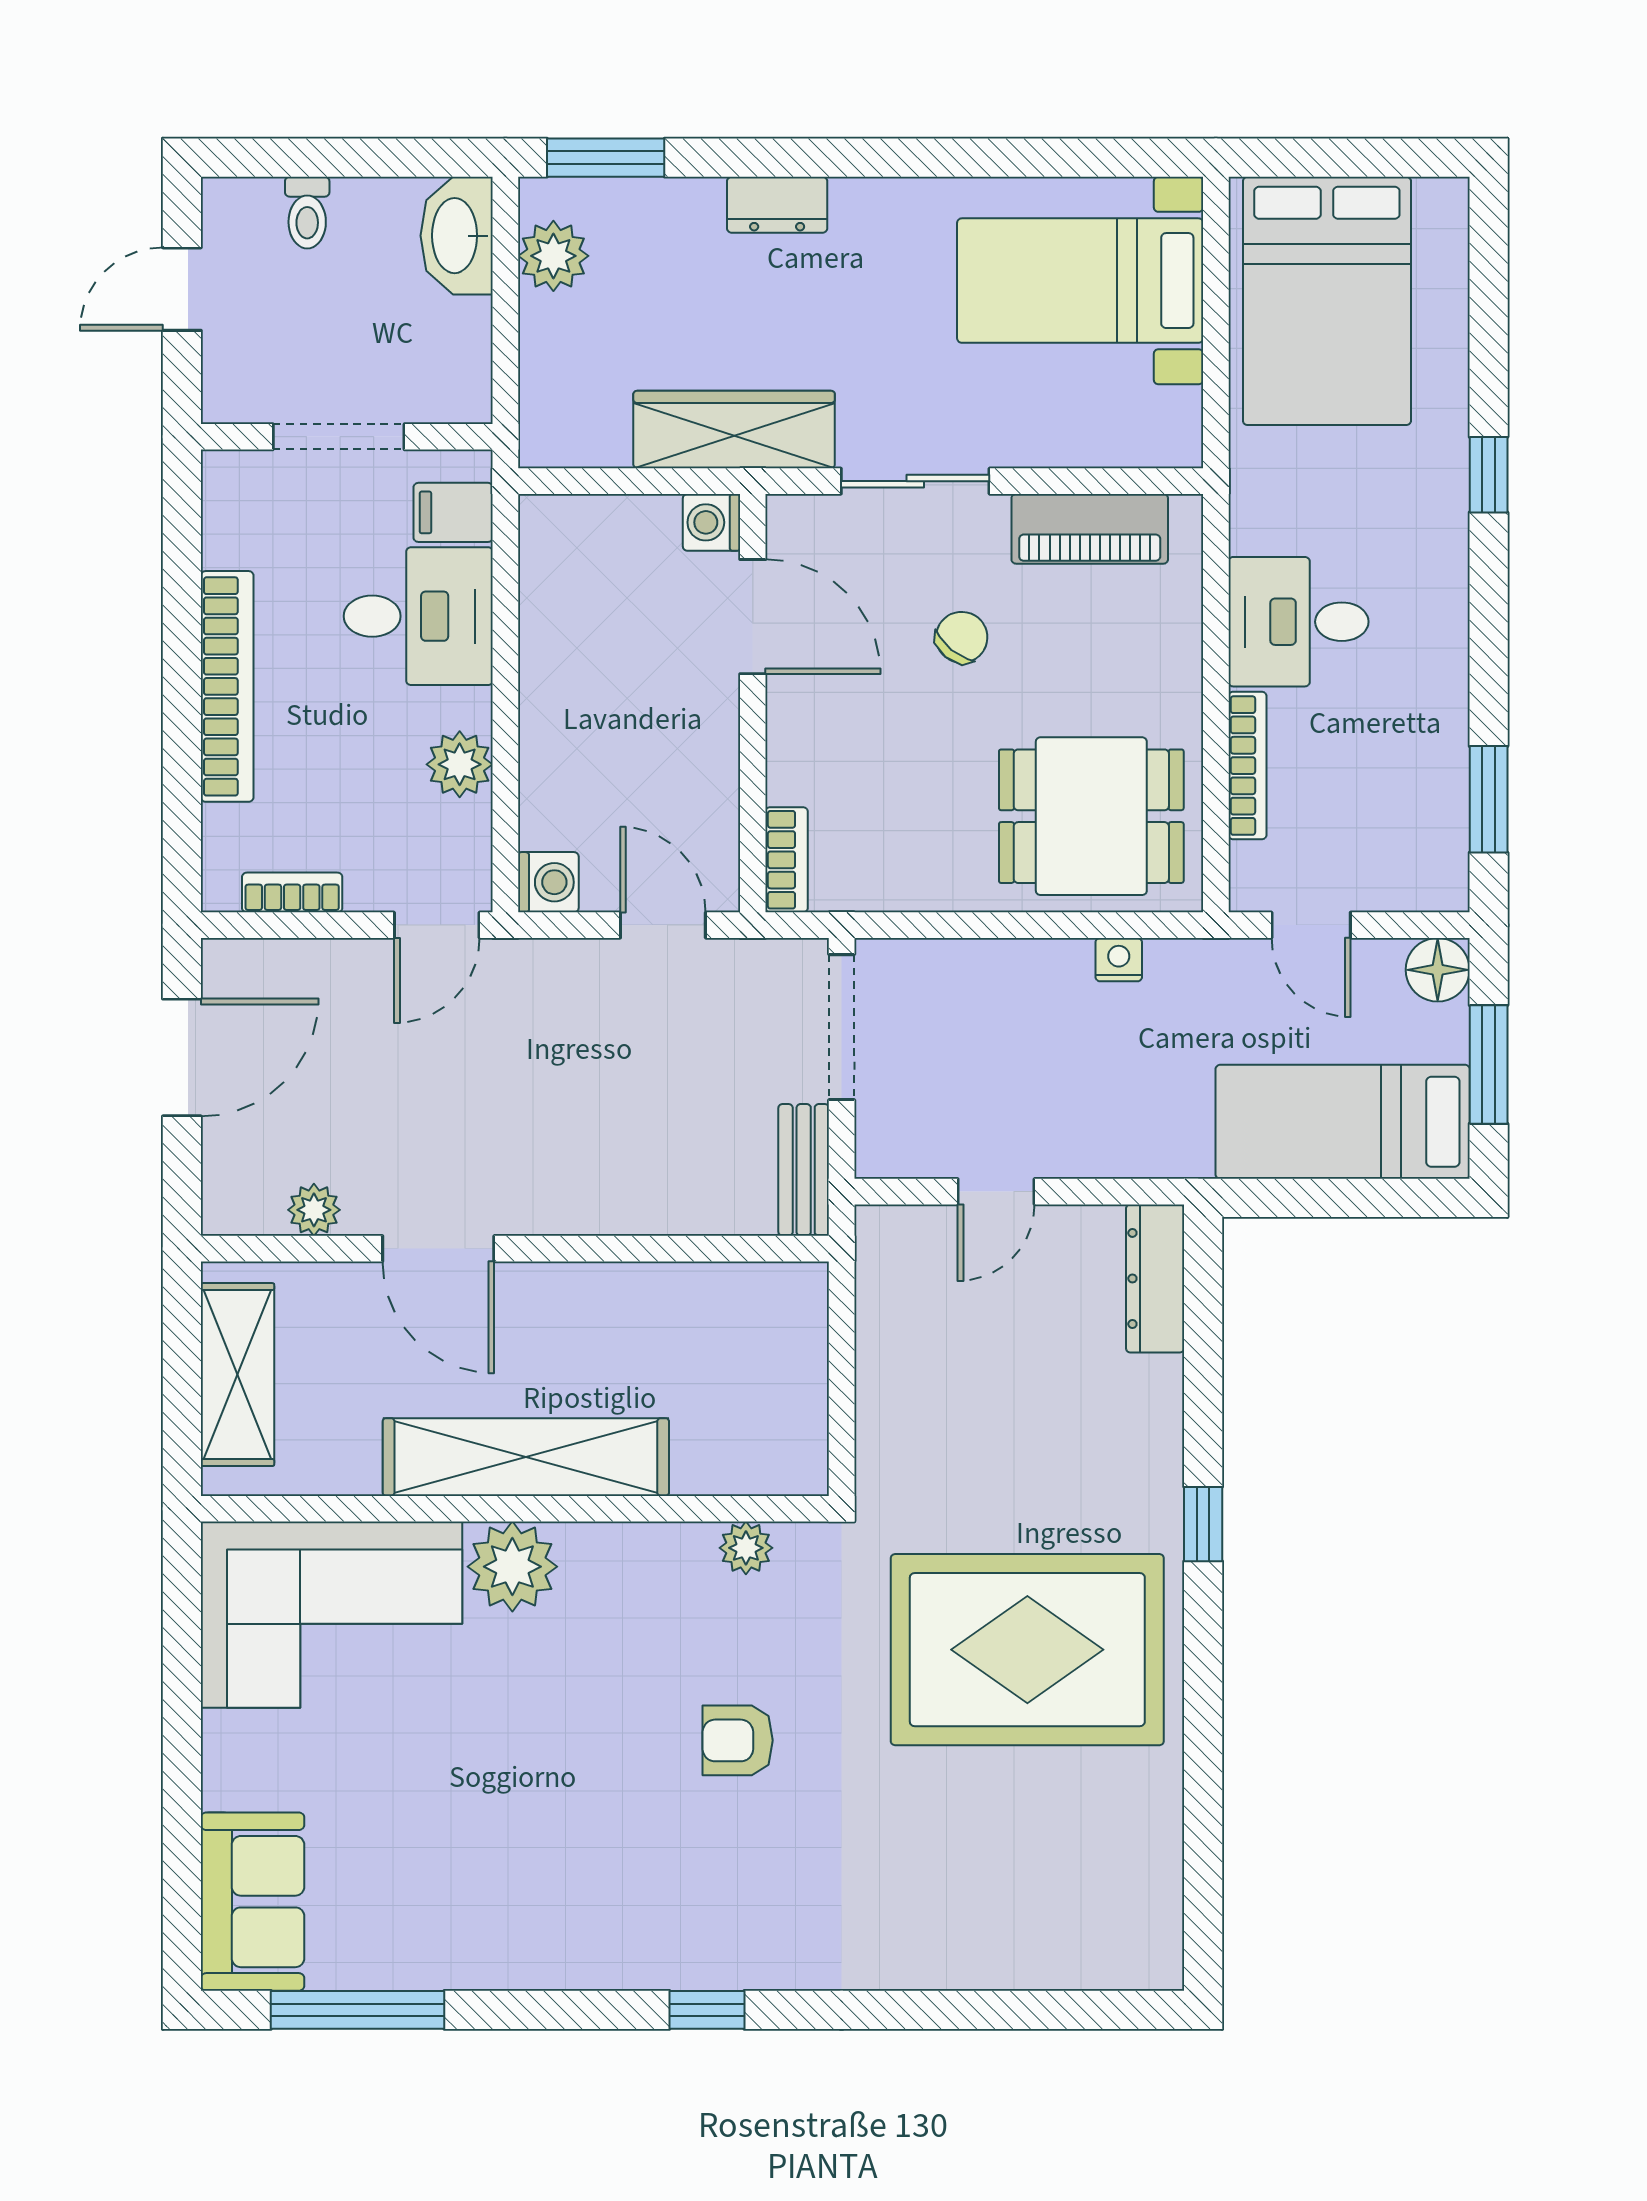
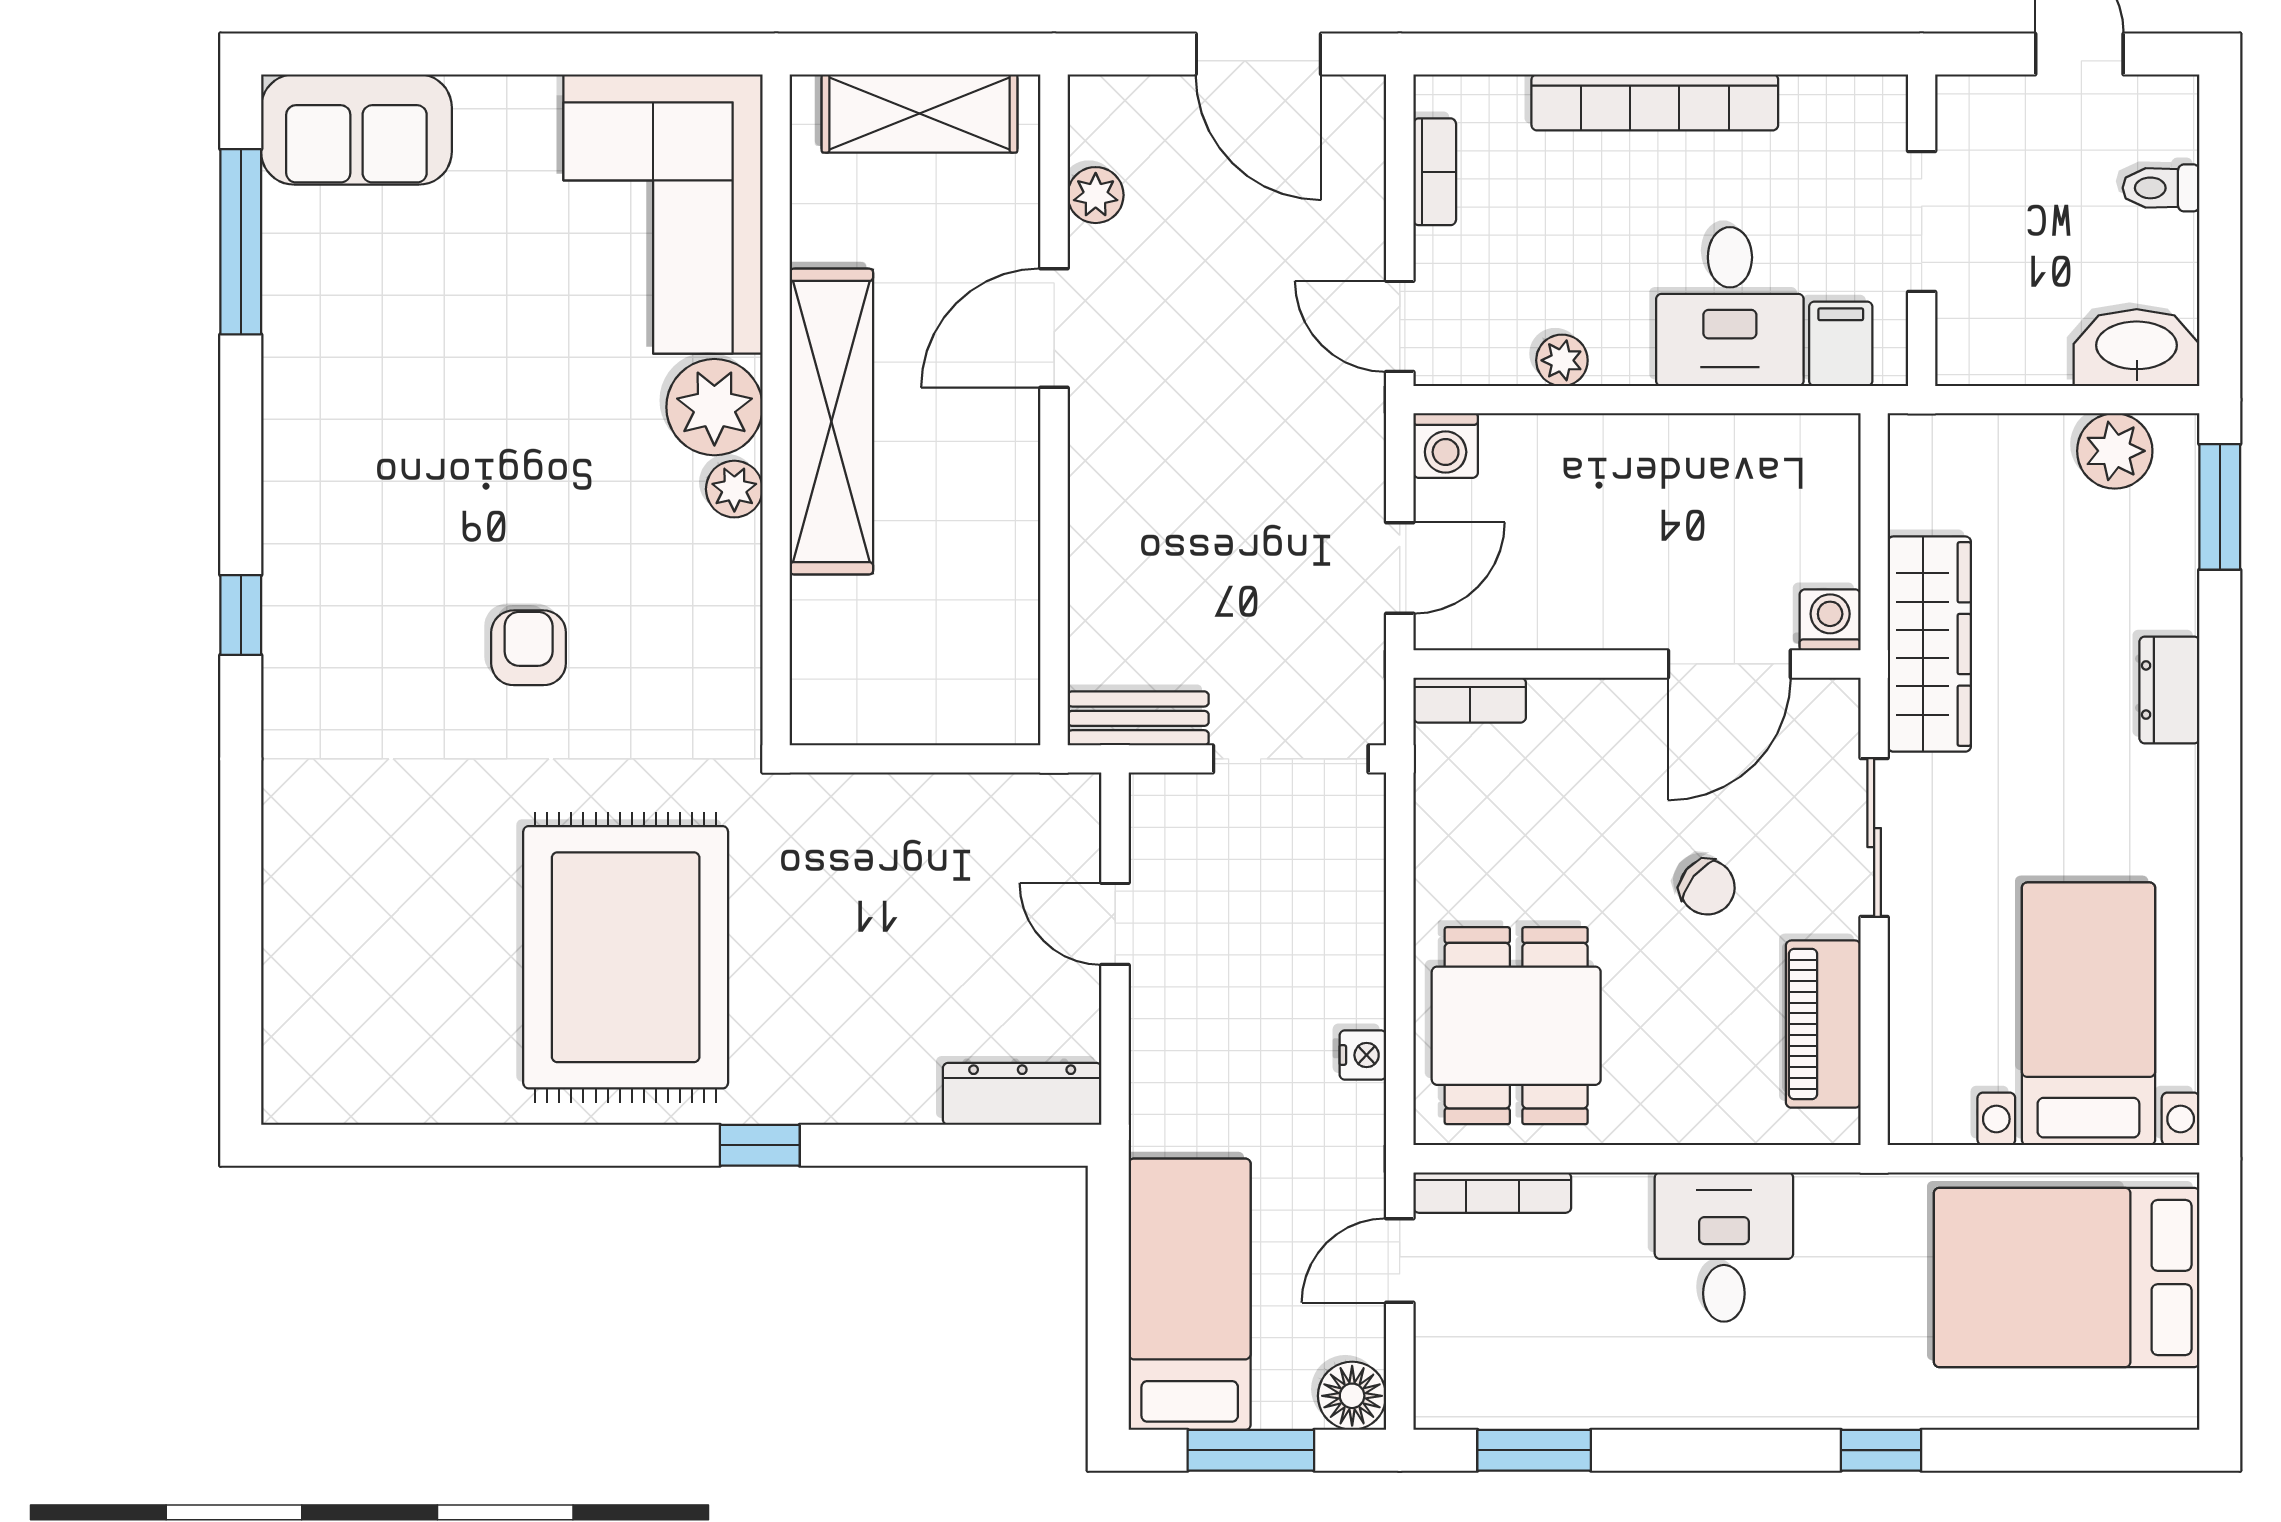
plant: (460, 764) -> (1562, 360), width x0.73, depth x0.73
bookcase: (1247, 766) -> (1492, 1193), moved
plant: (746, 1548) -> (734, 489), moved

